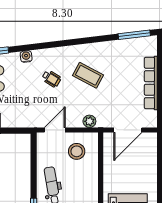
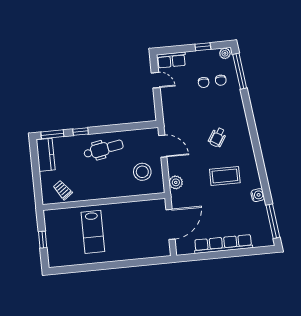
water cooler: (26, 57) -> (258, 195), moved
coffee table: (88, 75) -> (225, 176), turned 62
door: (128, 130) -> (170, 224), swing flipped

